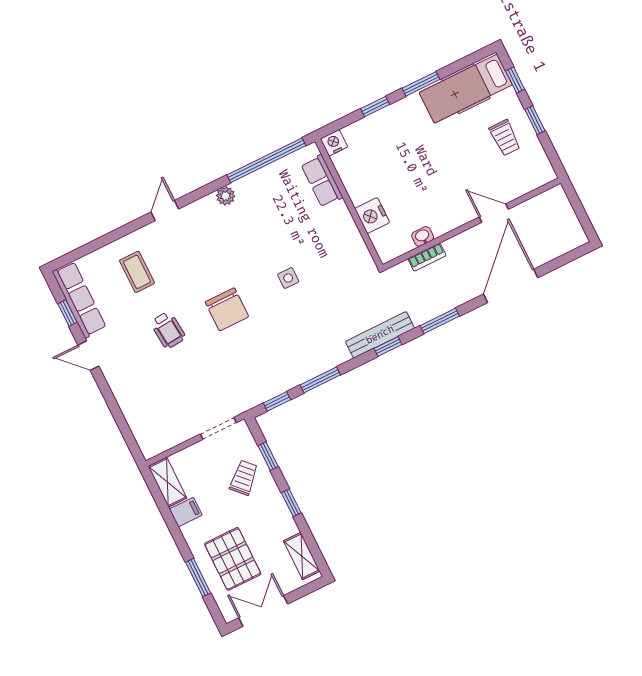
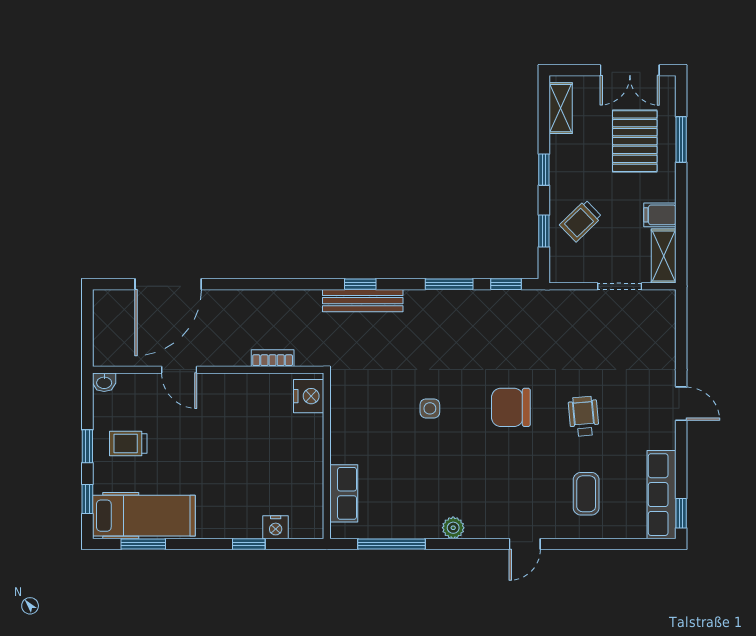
window: (421, 84) -> (143, 544), moved
trolley: (505, 138) -> (128, 443), turned -90
nightstand: (334, 143) -> (276, 527), moved
window: (266, 160) -> (391, 544), width x0.68
nightstand: (372, 216) -> (309, 396), moved
washbasin: (423, 236) -> (104, 382), moved
door: (511, 286) -> (168, 284), moved
chair: (227, 309) -> (511, 407), turned -90
window: (67, 313) -> (681, 513), moved
window: (440, 321) -> (292, 284), removed
door: (88, 356) -> (681, 404), moved
doorway: (218, 428) -> (620, 286), moved

